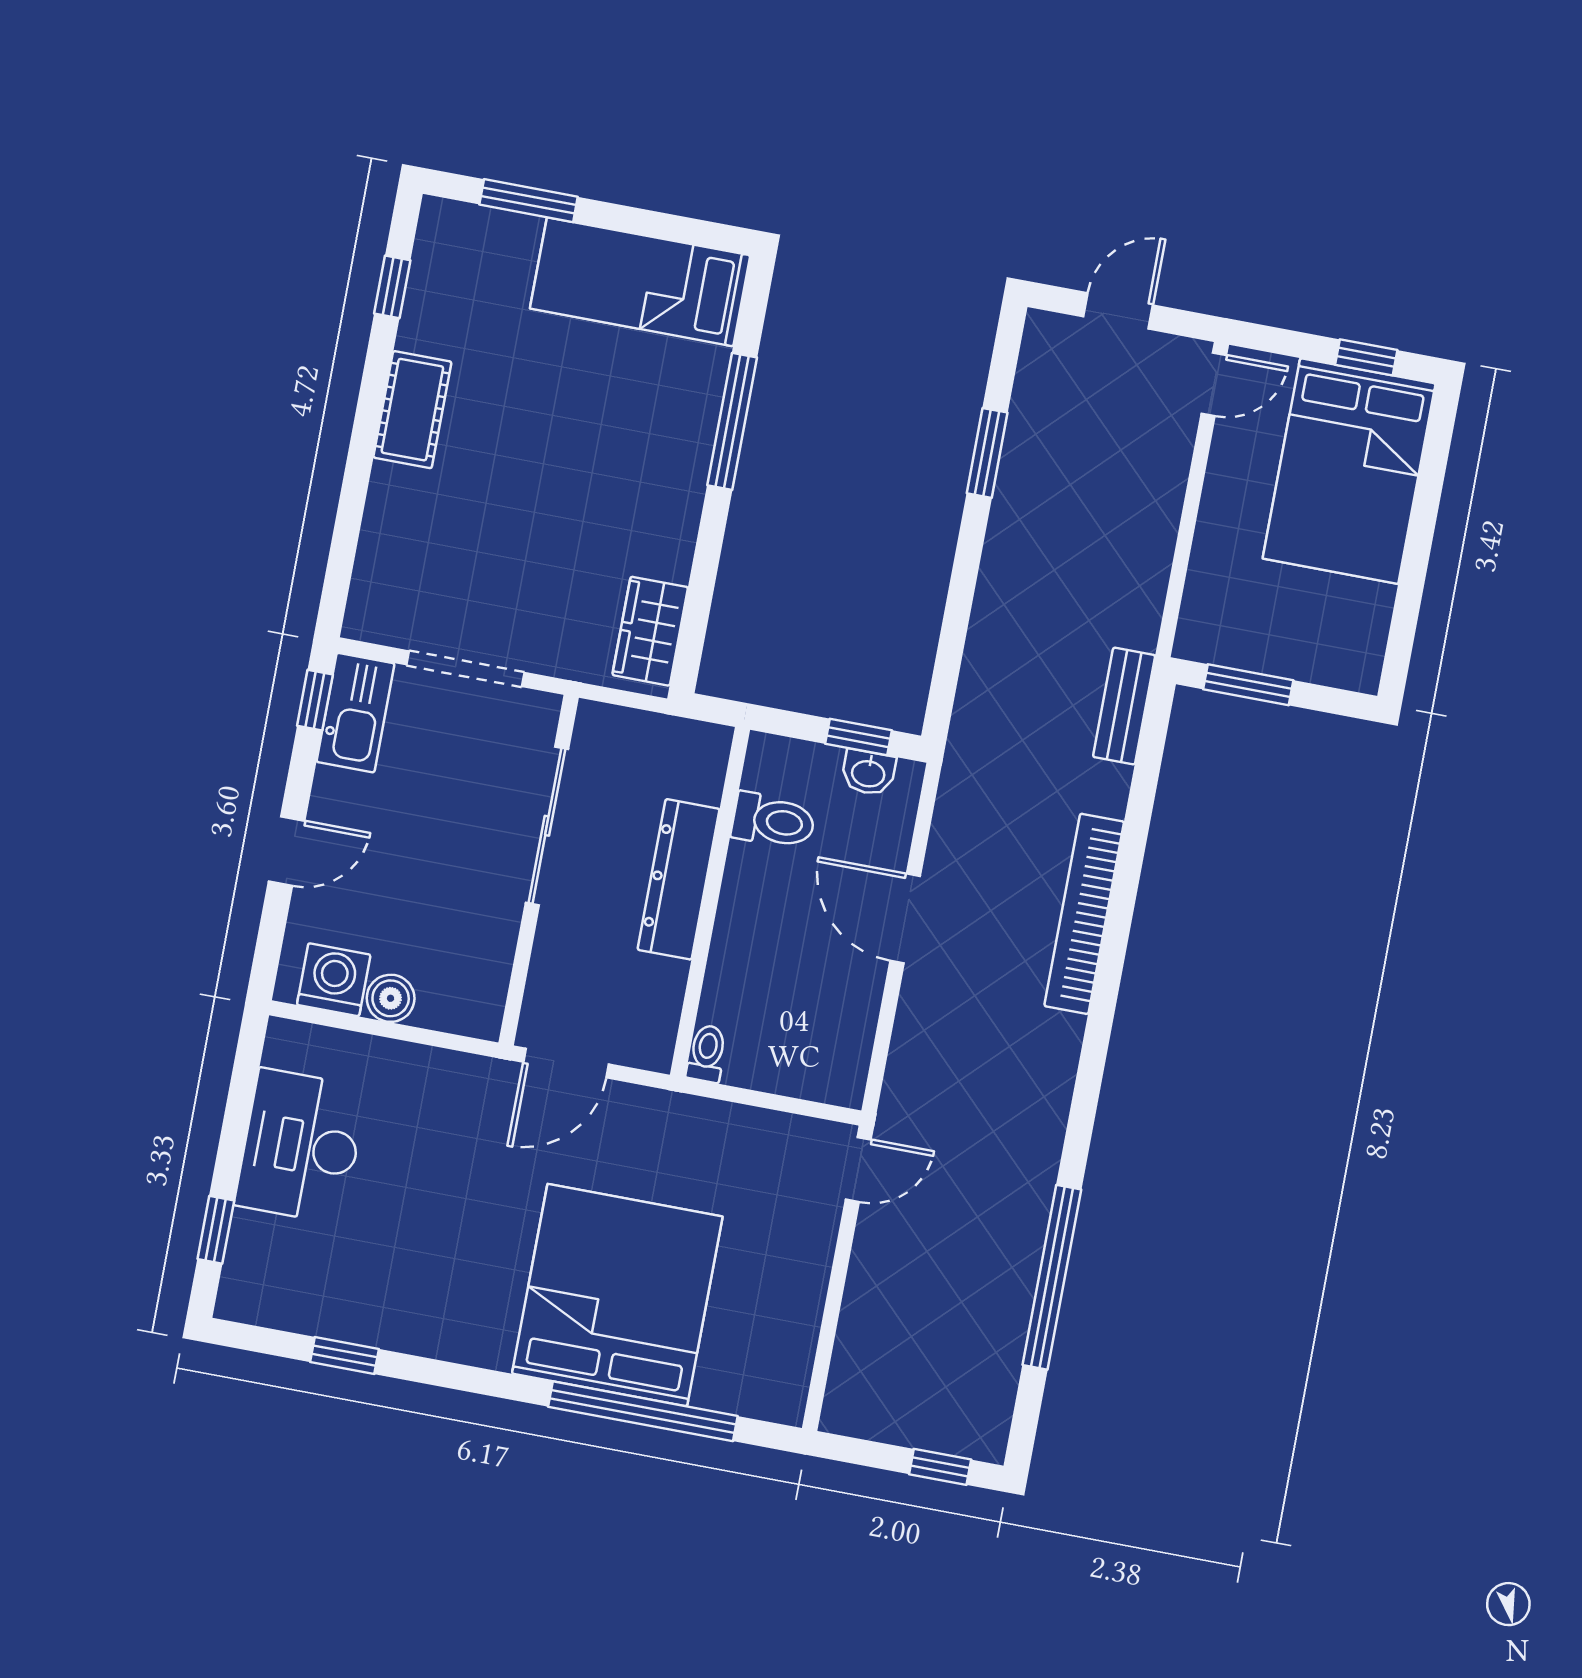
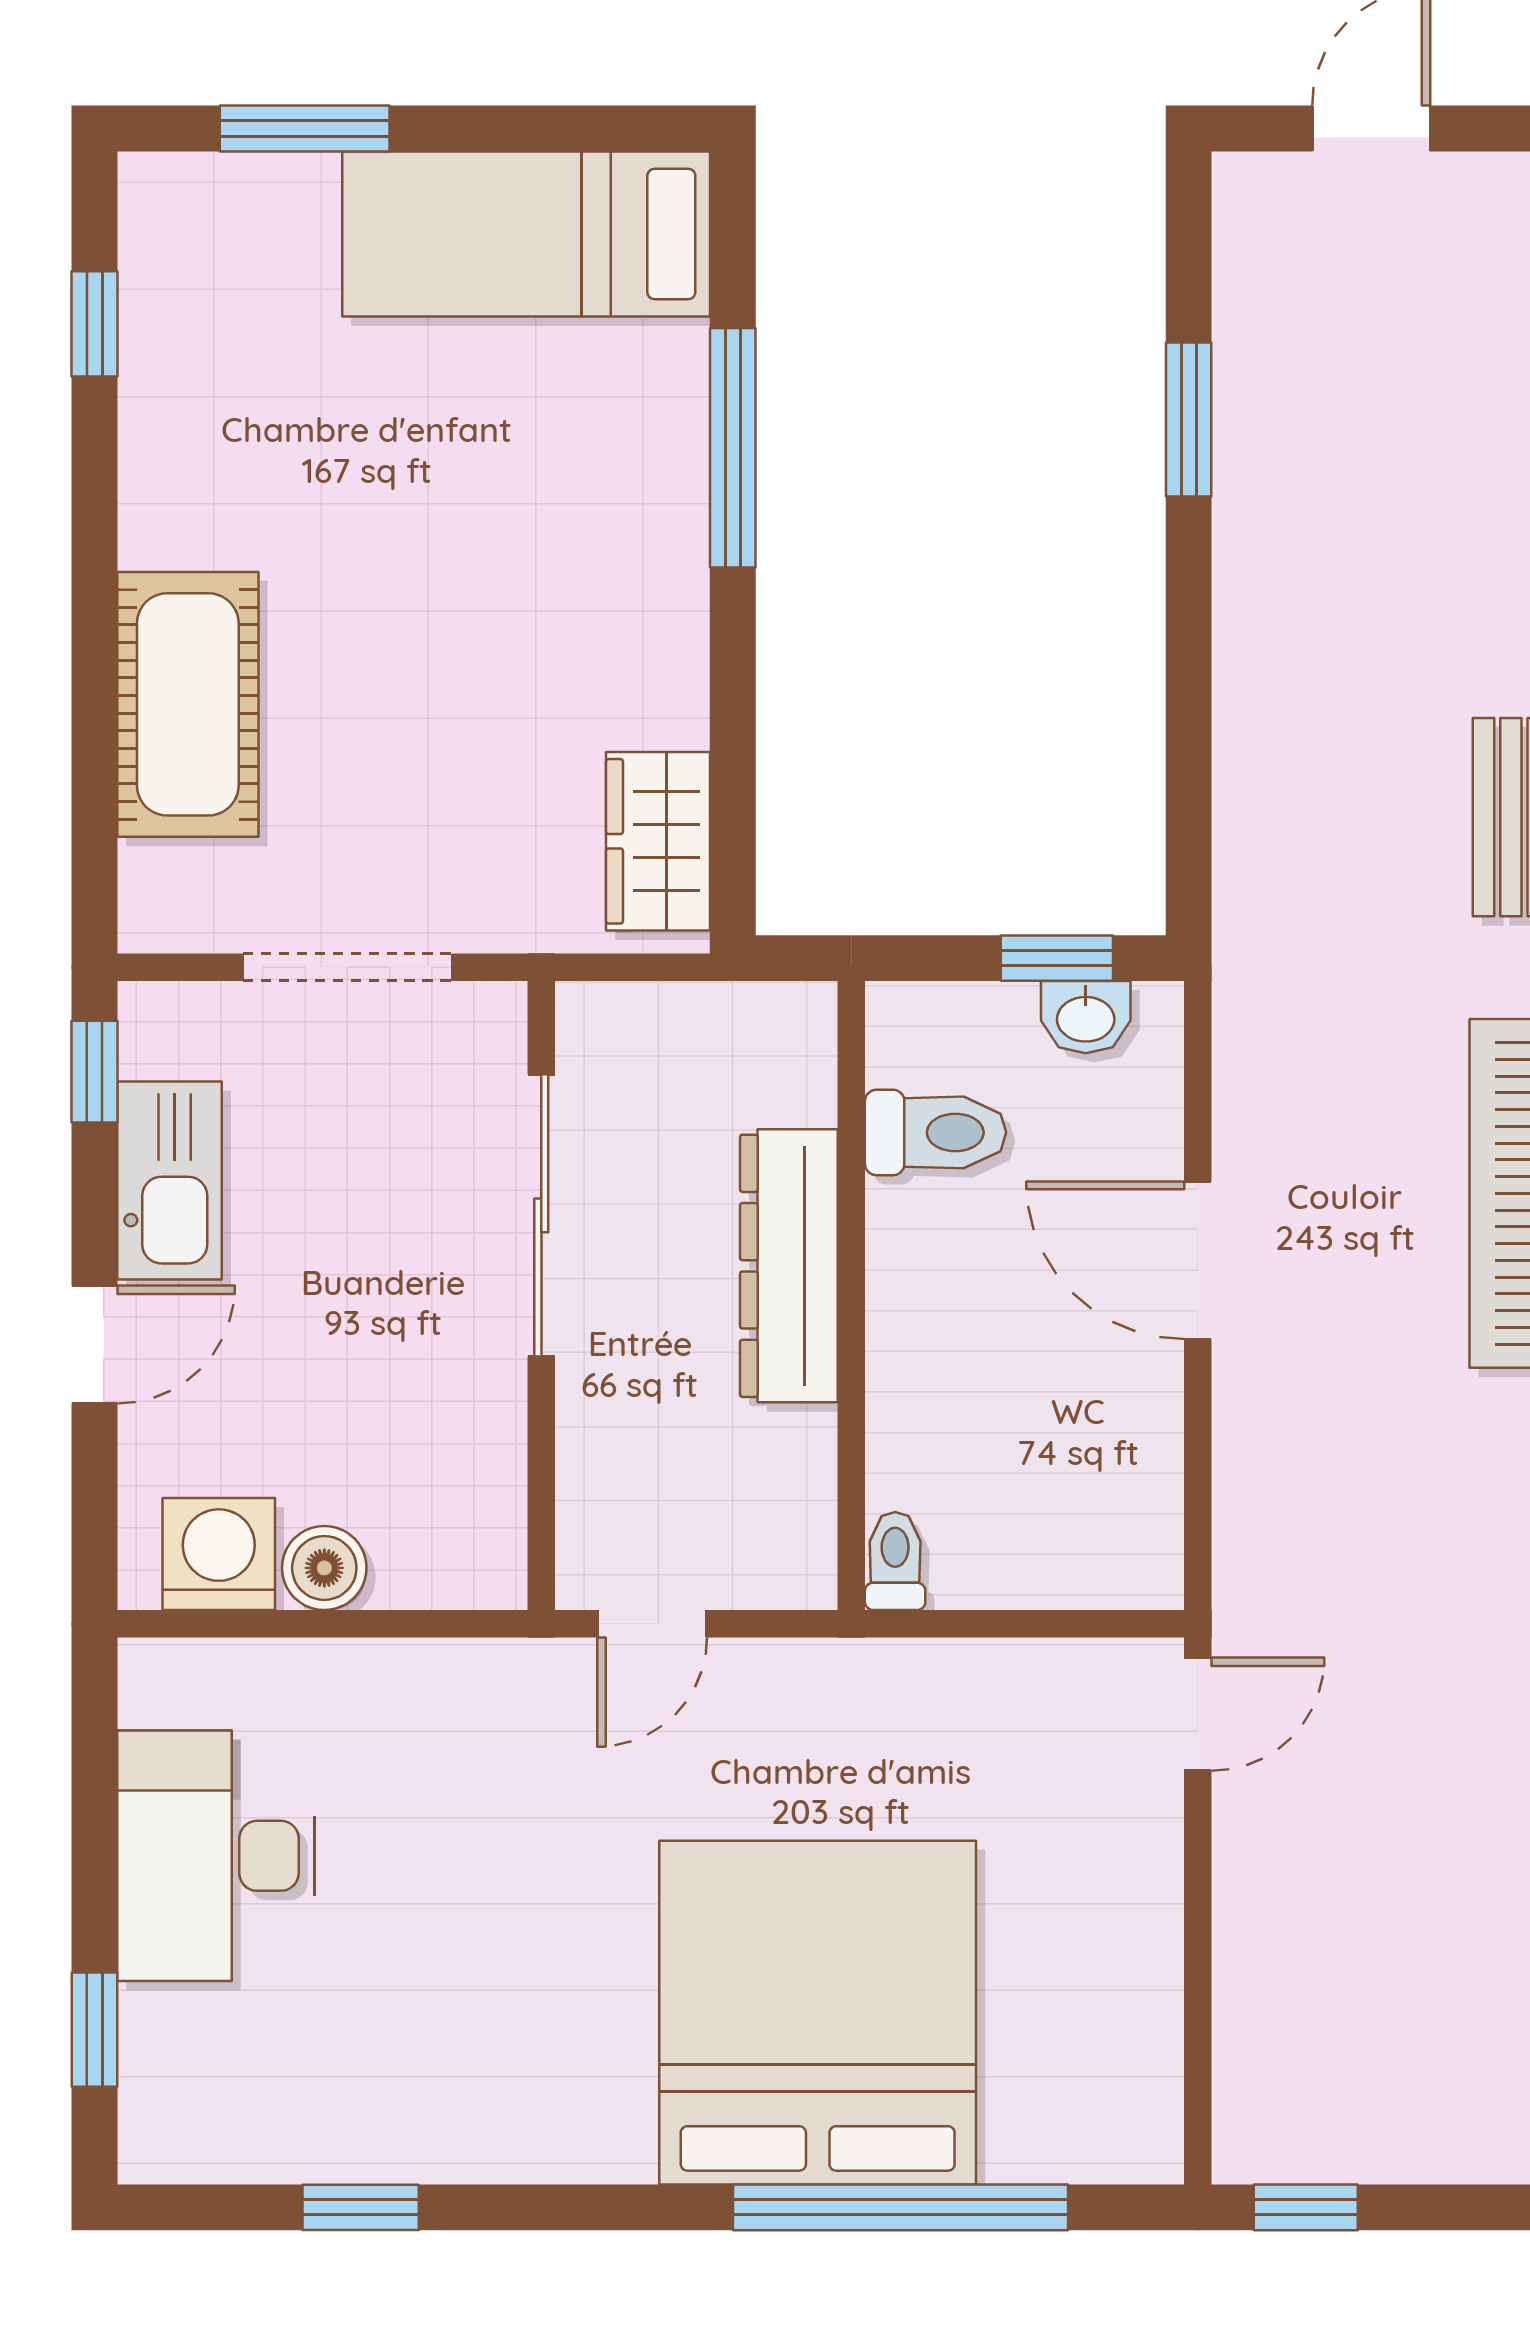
cot: (412, 410) -> (188, 704), moved, width x1.37, depth x1.34
kitchen sink: (355, 713) -> (170, 1180), moved
door: (566, 1063) -> (652, 1624), width x0.73
window: (940, 1467) -> (1306, 2207), moved

